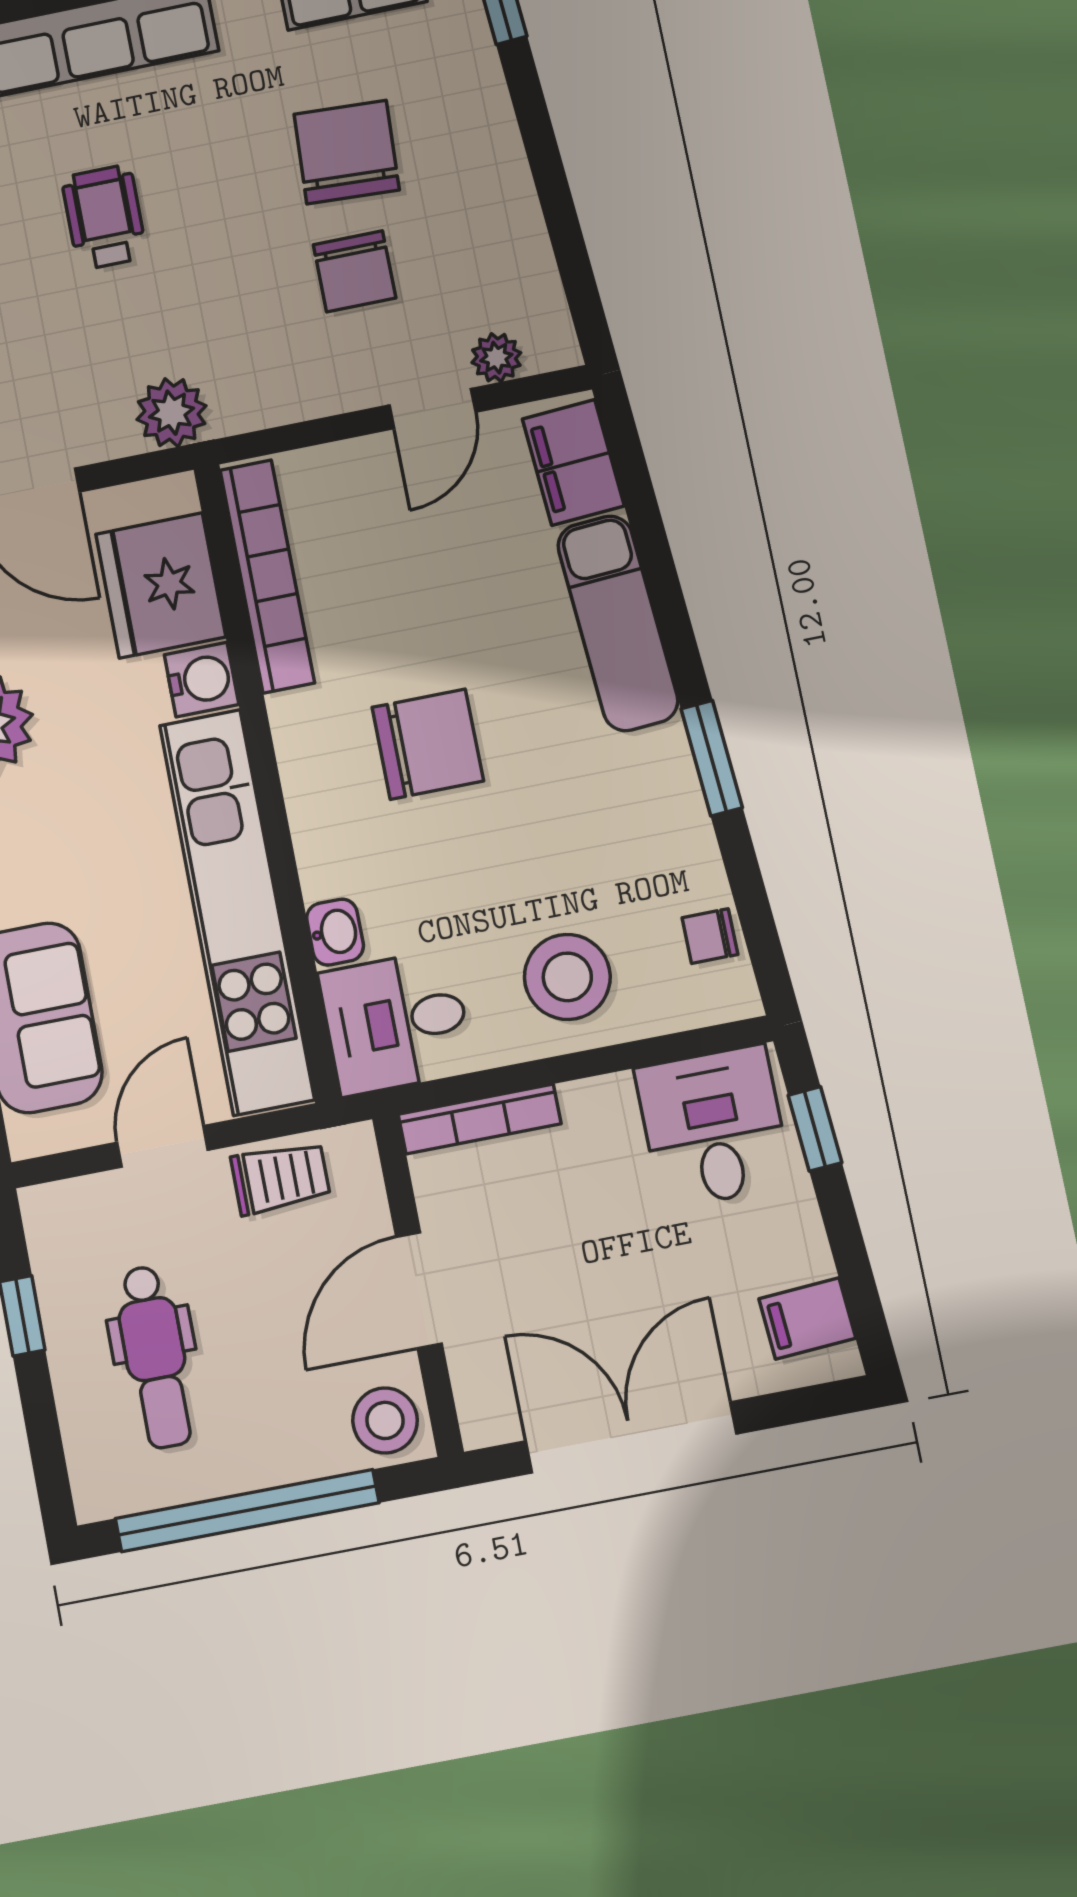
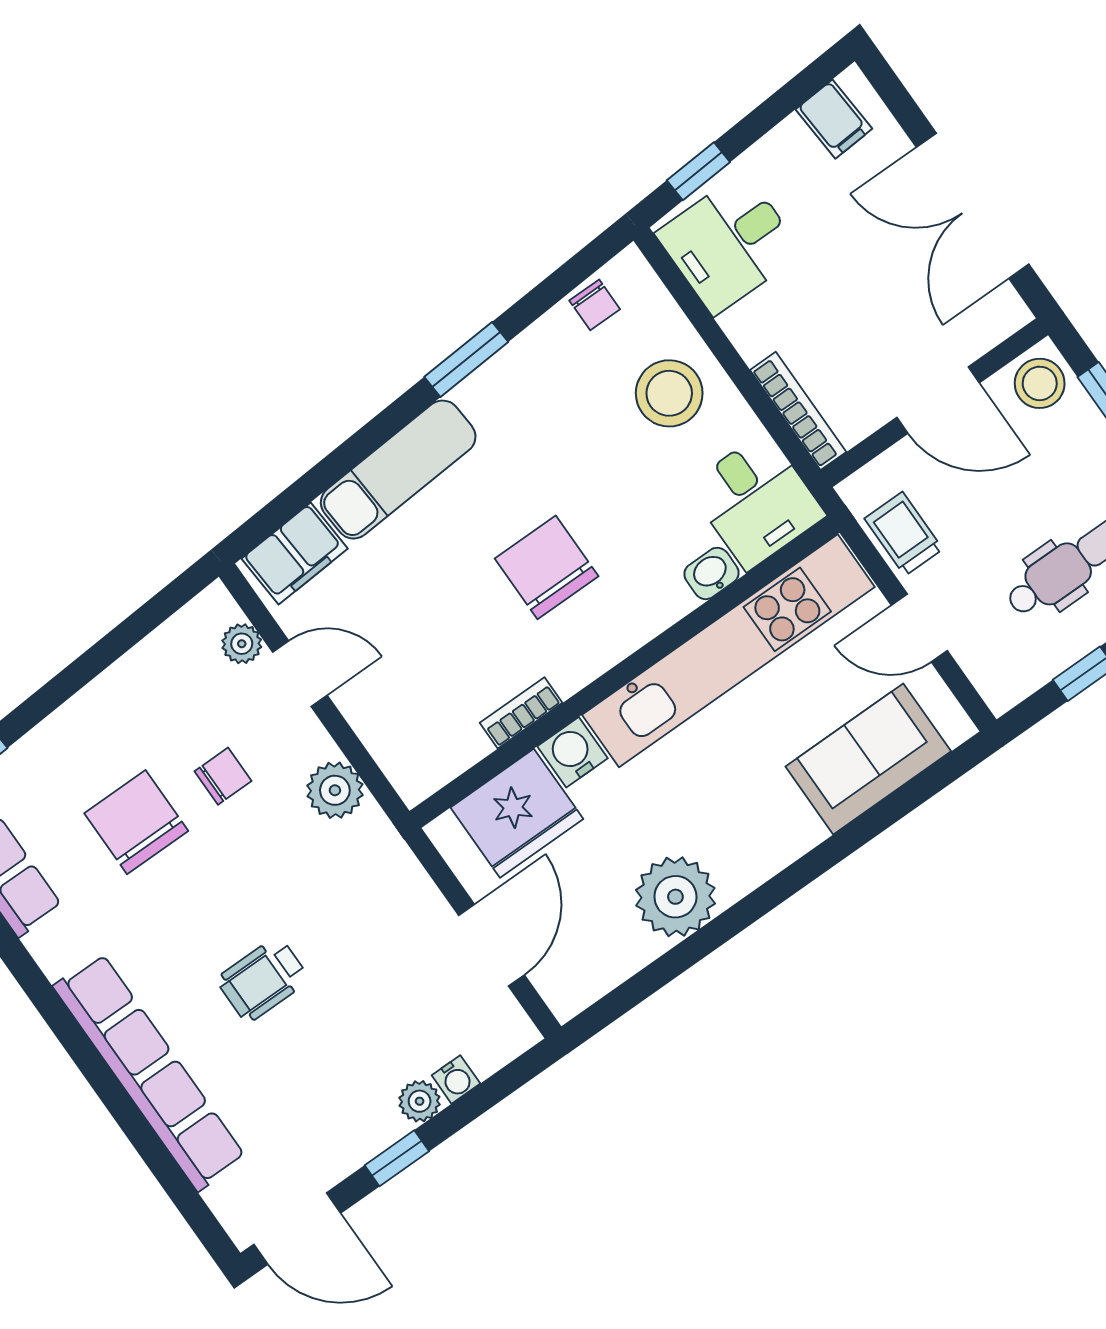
chair: (347, 152) -> (136, 822), turned 87
chair: (355, 271) -> (223, 776), width x0.73, depth x0.73
plant: (172, 413) -> (335, 790), moved
bookcase: (267, 576) -> (521, 713), width x0.43, depth x0.76

